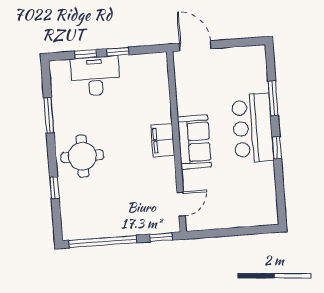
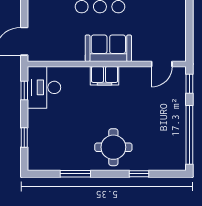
window: (118, 52) -> (24, 90), moved
desk: (95, 76) -> (44, 87), moved
door: (181, 204) -> (162, 64), swing flipped

